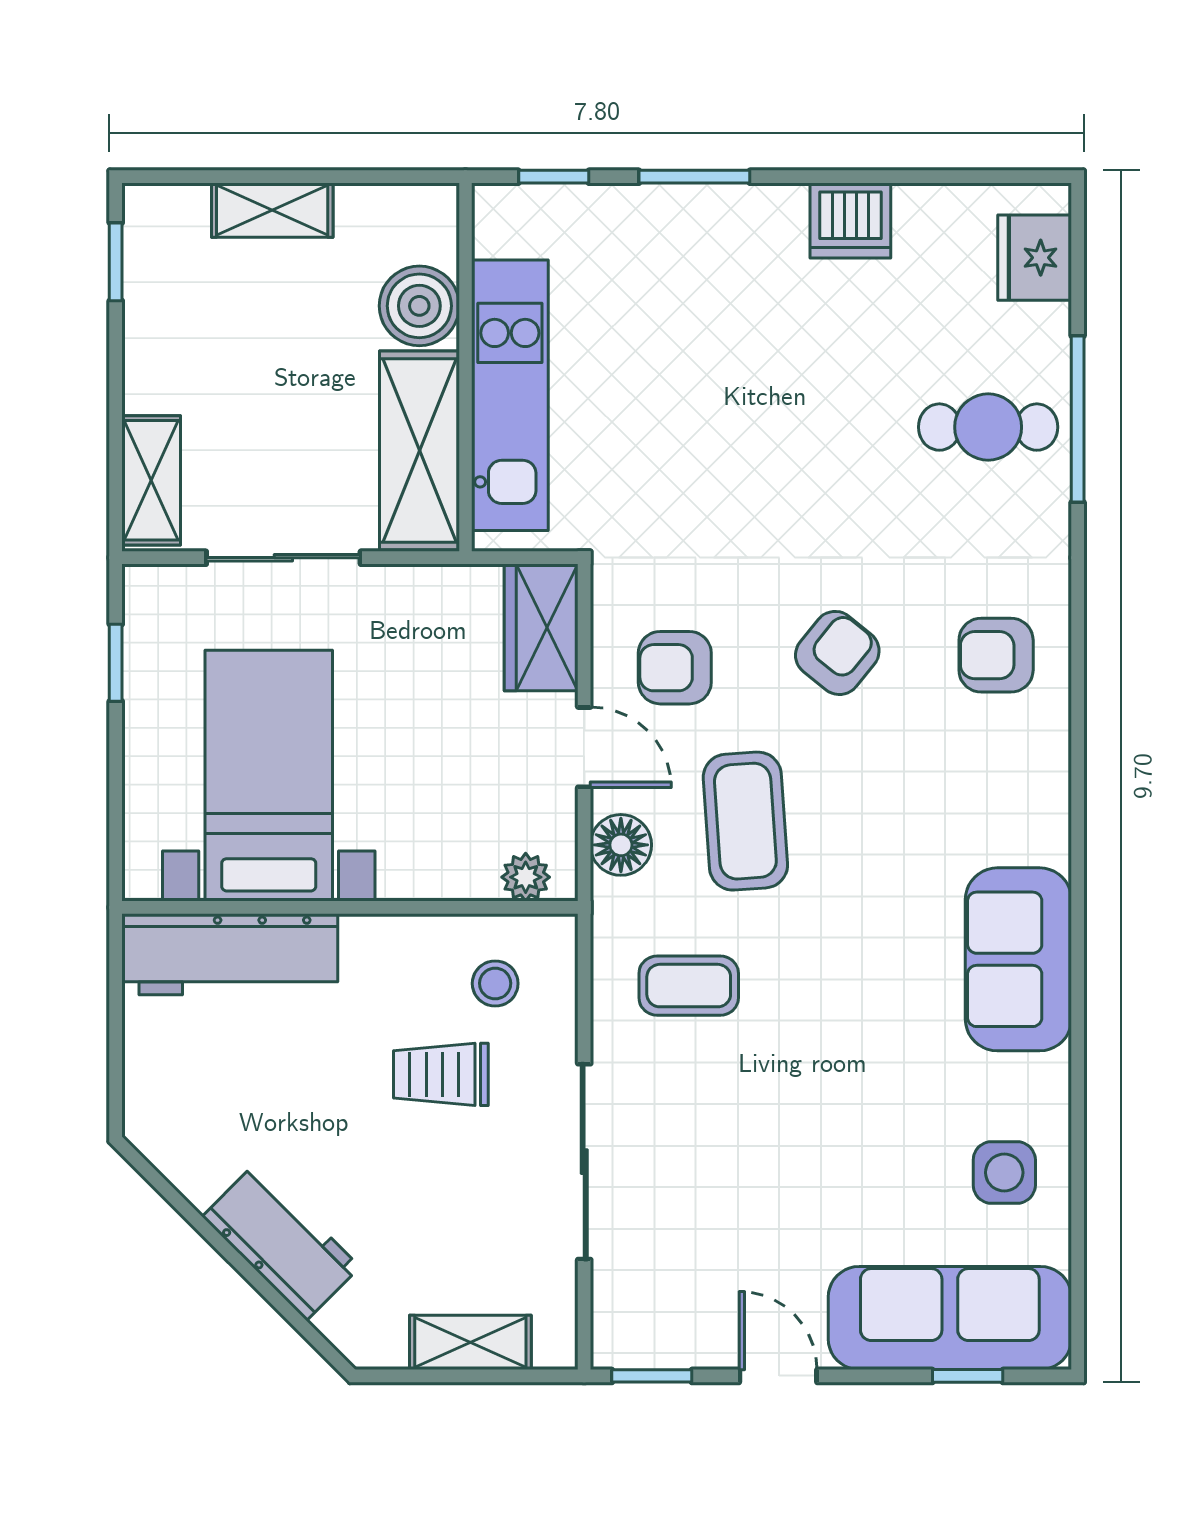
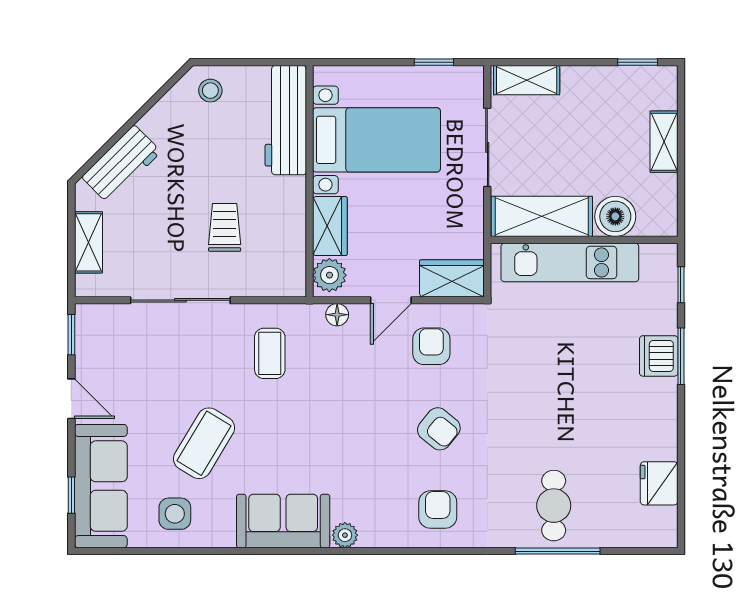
dishwasher: (850, 221) -> (659, 356), moved
fridge: (1035, 258) -> (659, 483), moved, turned -90
coffee table: (745, 821) -> (204, 443), moved, turned -55
plant: (1046, 838) -> (345, 535), added
floor lamp: (621, 845) -> (337, 315), width x0.73, depth x0.73
wardrobe: (438, 867) -> (330, 226), added
plant: (526, 877) -> (329, 275), width x1.38, depth x1.38
stool: (495, 983) -> (210, 91), moved
workbench: (281, 1242) -> (121, 164), moved
door: (778, 1376) -> (71, 399), hinge flipped

